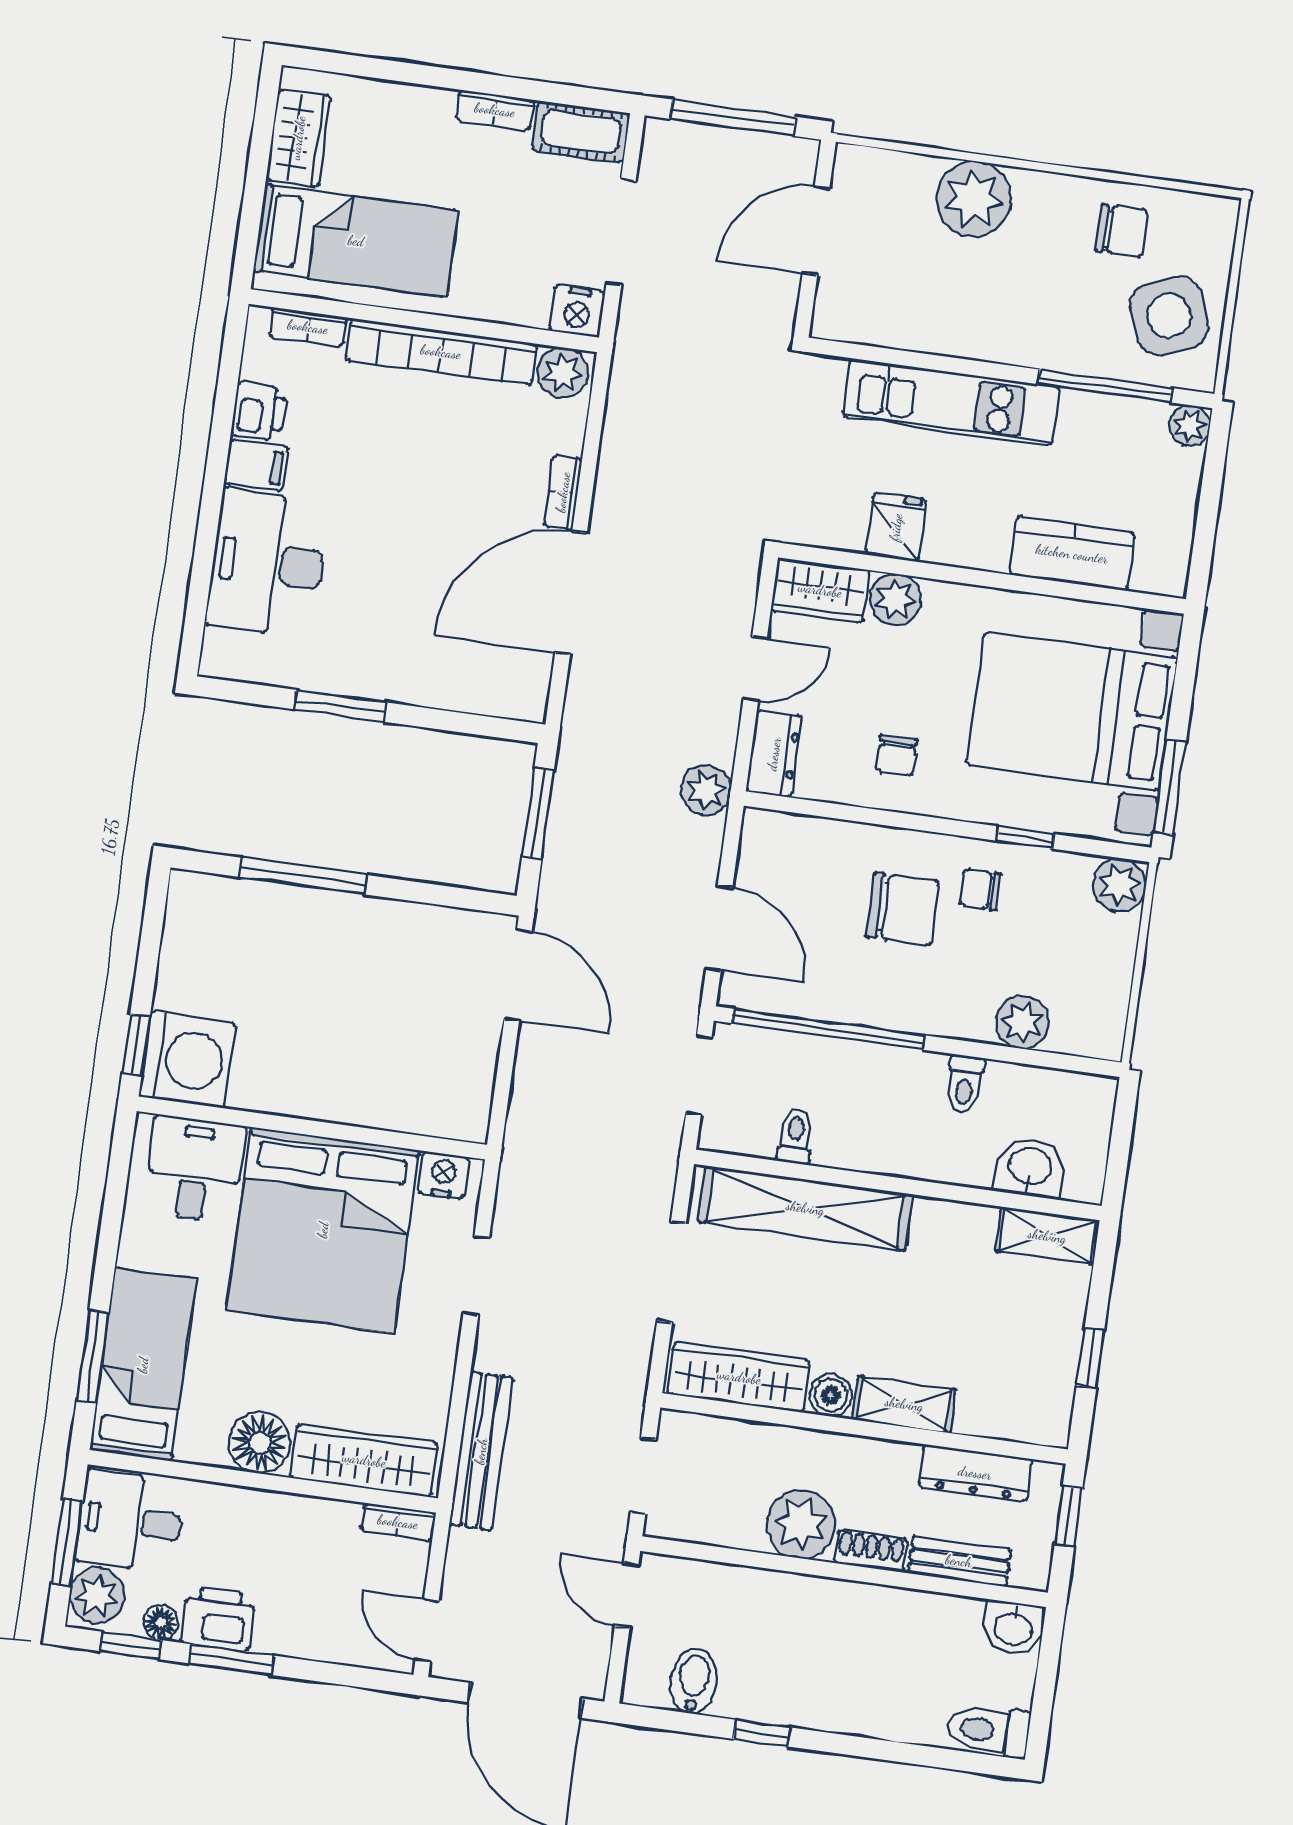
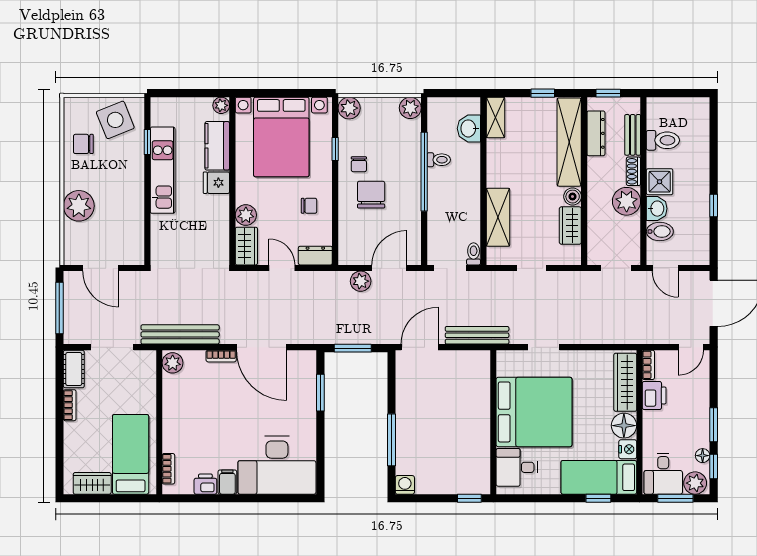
chair: (1122, 231) -> (83, 144), turned -90
nightstand: (577, 311) -> (147, 360), removed
bookcase: (441, 352) -> (171, 413), removed
window: (1105, 386) -> (147, 142), width x0.46
bench: (629, 400) -> (180, 334), added
kitchen unit: (951, 402) -> (163, 170), moved
plant: (1190, 425) -> (221, 105), moved
fridge: (896, 527) -> (216, 183), moved
desk: (267, 563) -> (277, 465), width x1.36, depth x1.30
window: (340, 706) -> (320, 393), moved
window: (1170, 787) -> (306, 93), removed
plant: (706, 790) -> (361, 281), moved
plant: (1022, 1022) -> (410, 108), moved
window: (828, 1029) -> (424, 172), moved
washing machine: (187, 1060) -> (405, 485), moved, width x0.53, depth x0.53
toilet: (795, 1136) -> (474, 254), moved, turned 90
nightstand: (443, 1175) -> (628, 449), moved, turned 180
shelving: (805, 1208) -> (498, 217), width x0.68
doorway: (672, 1272) -> (532, 268), width x0.73
window: (93, 1356) -> (598, 498), width x0.67
wardrobe: (739, 1377) -> (570, 226), width x0.67
shelving: (904, 1404) -> (569, 142), width x2.20, depth x1.33
bench: (481, 1451) -> (477, 335), moved
door: (627, 1595) -> (665, 268), hinge flipped
shower: (837, 1611) -> (660, 182), added
printer: (218, 1619) -> (654, 395), moved, turned 180
washbasin: (1013, 1628) -> (657, 209), moved
bidet: (694, 1681) -> (660, 232), moved, turned 180
toilet: (989, 1730) -> (663, 140), moved, turned -90

